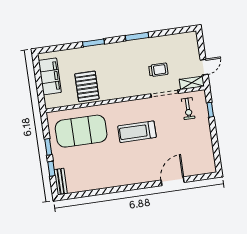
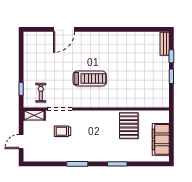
door: (204, 67) -> (21, 142), moved
exercise mat: (81, 131) -> (140, 86), removed

